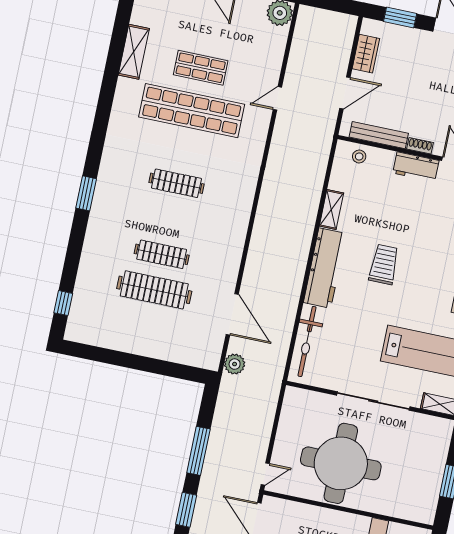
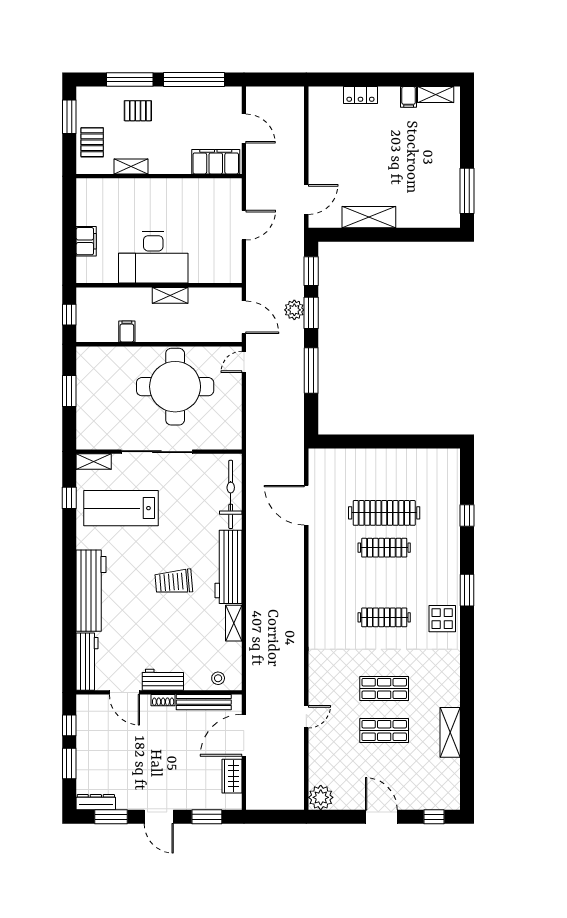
door: (345, 93) -> (244, 735), width x1.36
shop shelf: (192, 111) -> (384, 688), width x0.50, depth x0.74
display table: (118, 170) -> (442, 619), added
trolley: (384, 264) -> (174, 582), turned 85
window: (63, 303) -> (467, 515), moved
plant: (235, 364) -> (294, 310), moved

